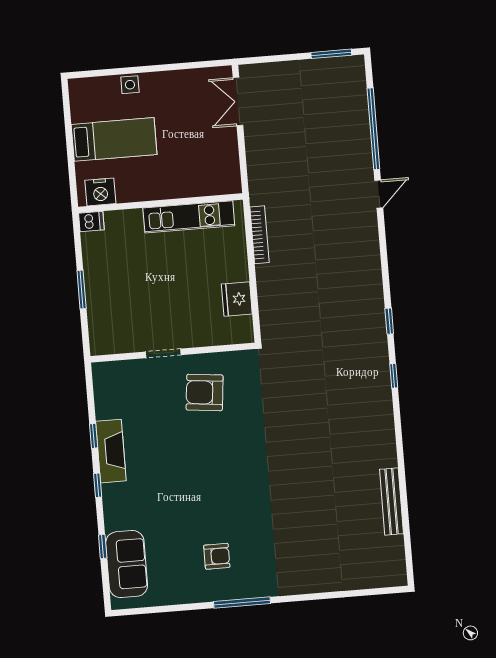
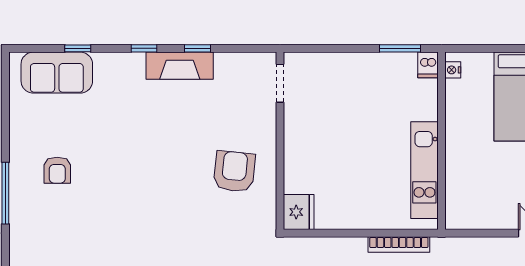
nightstand: (100, 192) -> (453, 70), width x0.53, depth x0.56
window: (82, 290) -> (400, 48), moved
fridge: (237, 299) -> (299, 212), moved, turned 90
doorway: (163, 353) -> (280, 83), moved

